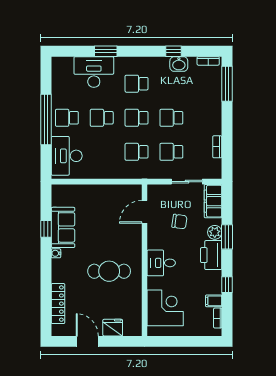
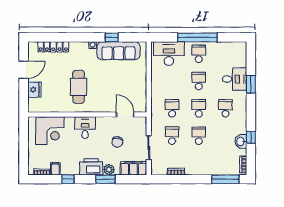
desk: (94, 72) -> (235, 79), width x0.73
sofa: (63, 227) -> (119, 51), width x1.36

